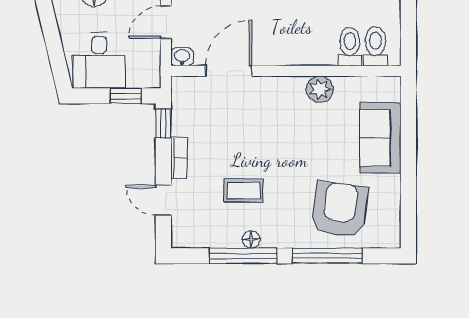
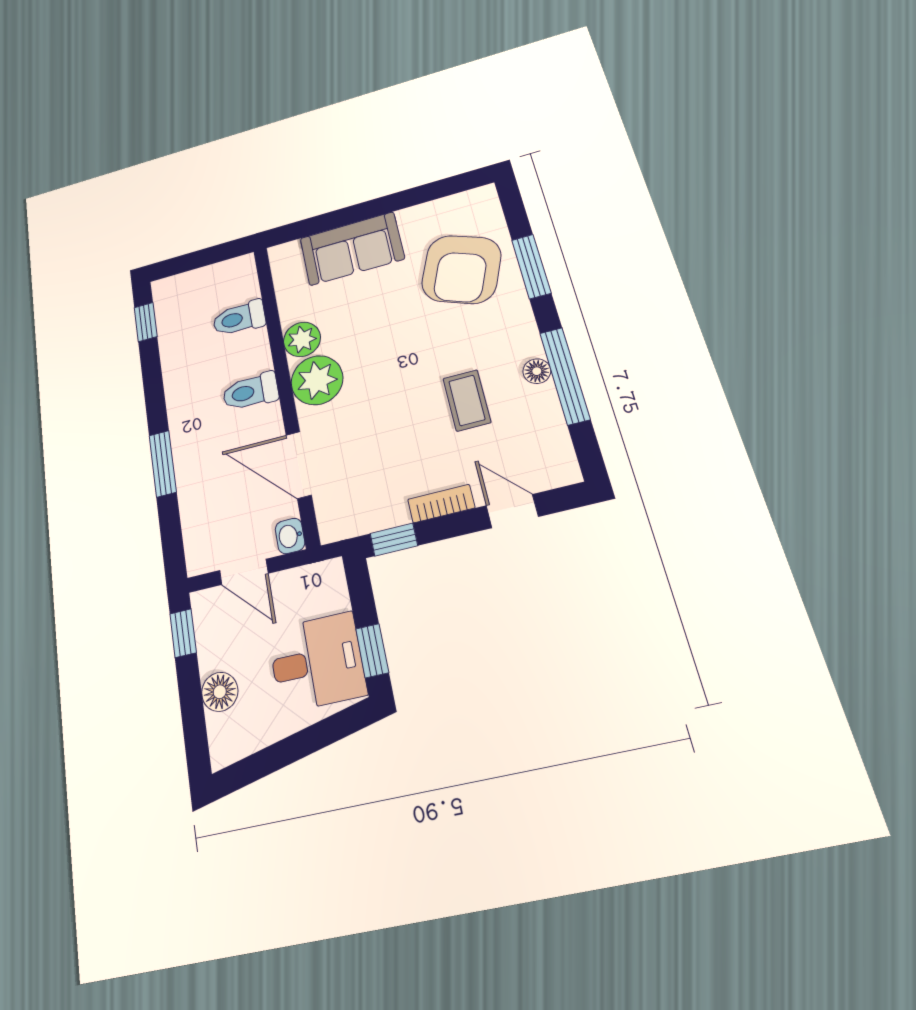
toilet: (375, 46) -> (250, 392), moved
plant: (286, 94) -> (317, 380), added
window: (126, 96) -> (372, 651), moved
door: (163, 200) -> (512, 511), swing flipped
armchair: (340, 210) -> (461, 269), turned -76
window: (327, 256) -> (531, 266), width x0.69

